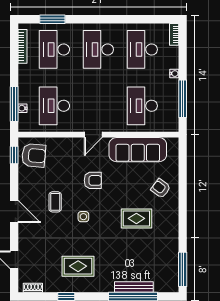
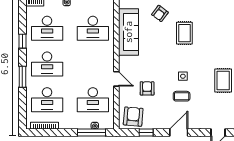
window: (52, 19) -> (22, 77), moved
window: (127, 19) -> (22, 41), added
door: (93, 135) -> (116, 79), moved
window: (14, 155) -> (146, 133), moved
armchair: (93, 180) -> (147, 88), moved
coffee table: (55, 202) -> (182, 96), moved

